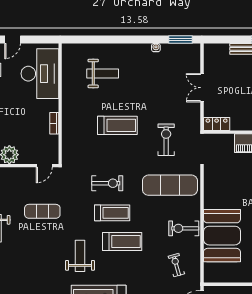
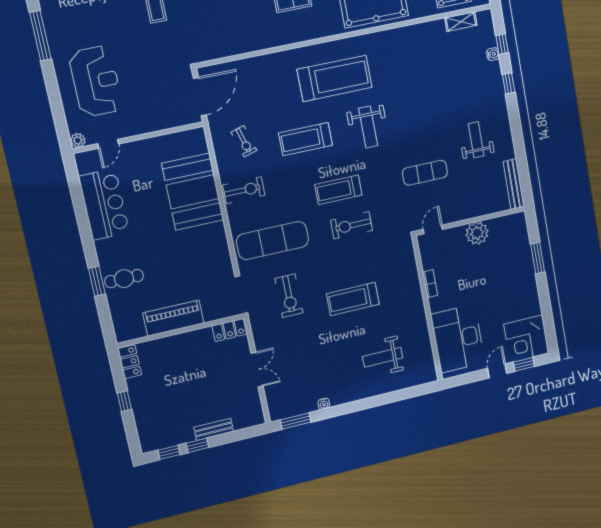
treadmill: (122, 242) -> (305, 139), moved

